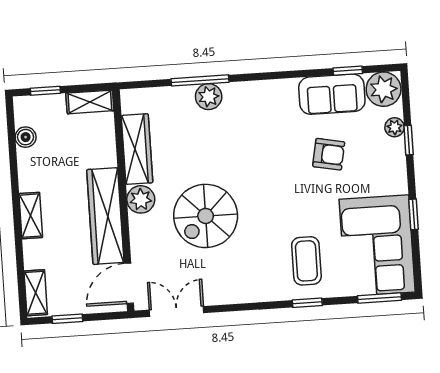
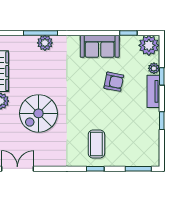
sofa: (332, 94) -> (100, 46), moved
tv unit: (396, 166) -> (153, 91), added
corner sofa: (377, 246) -> (139, 138), removed

